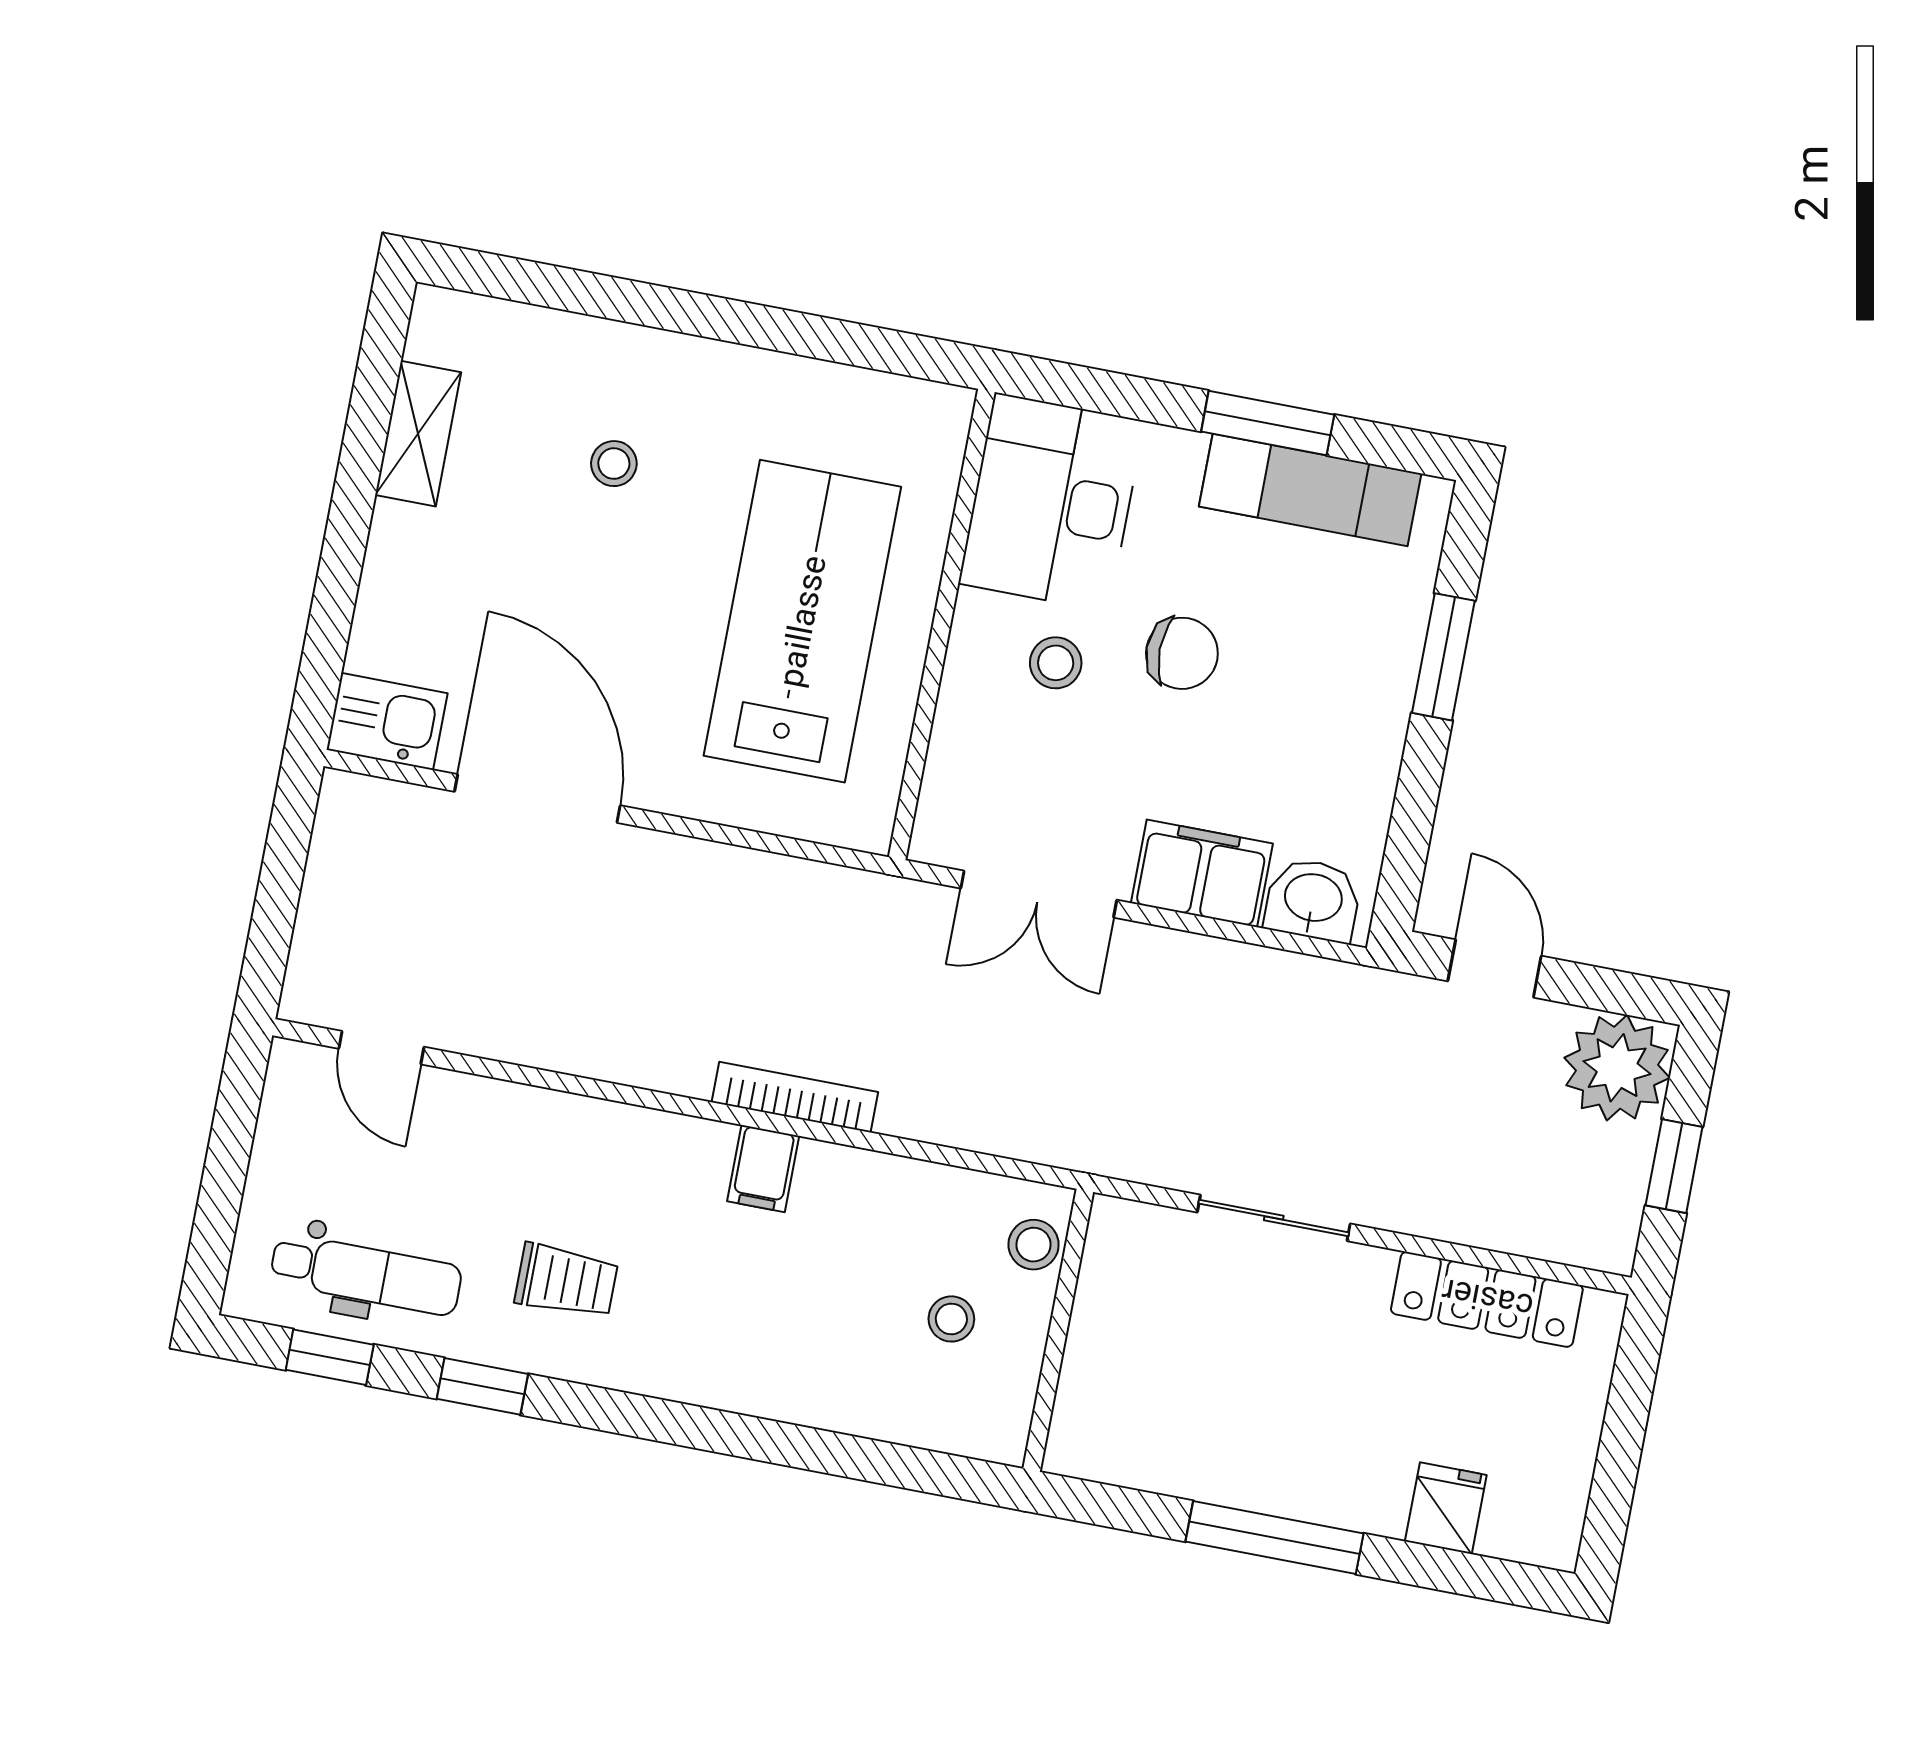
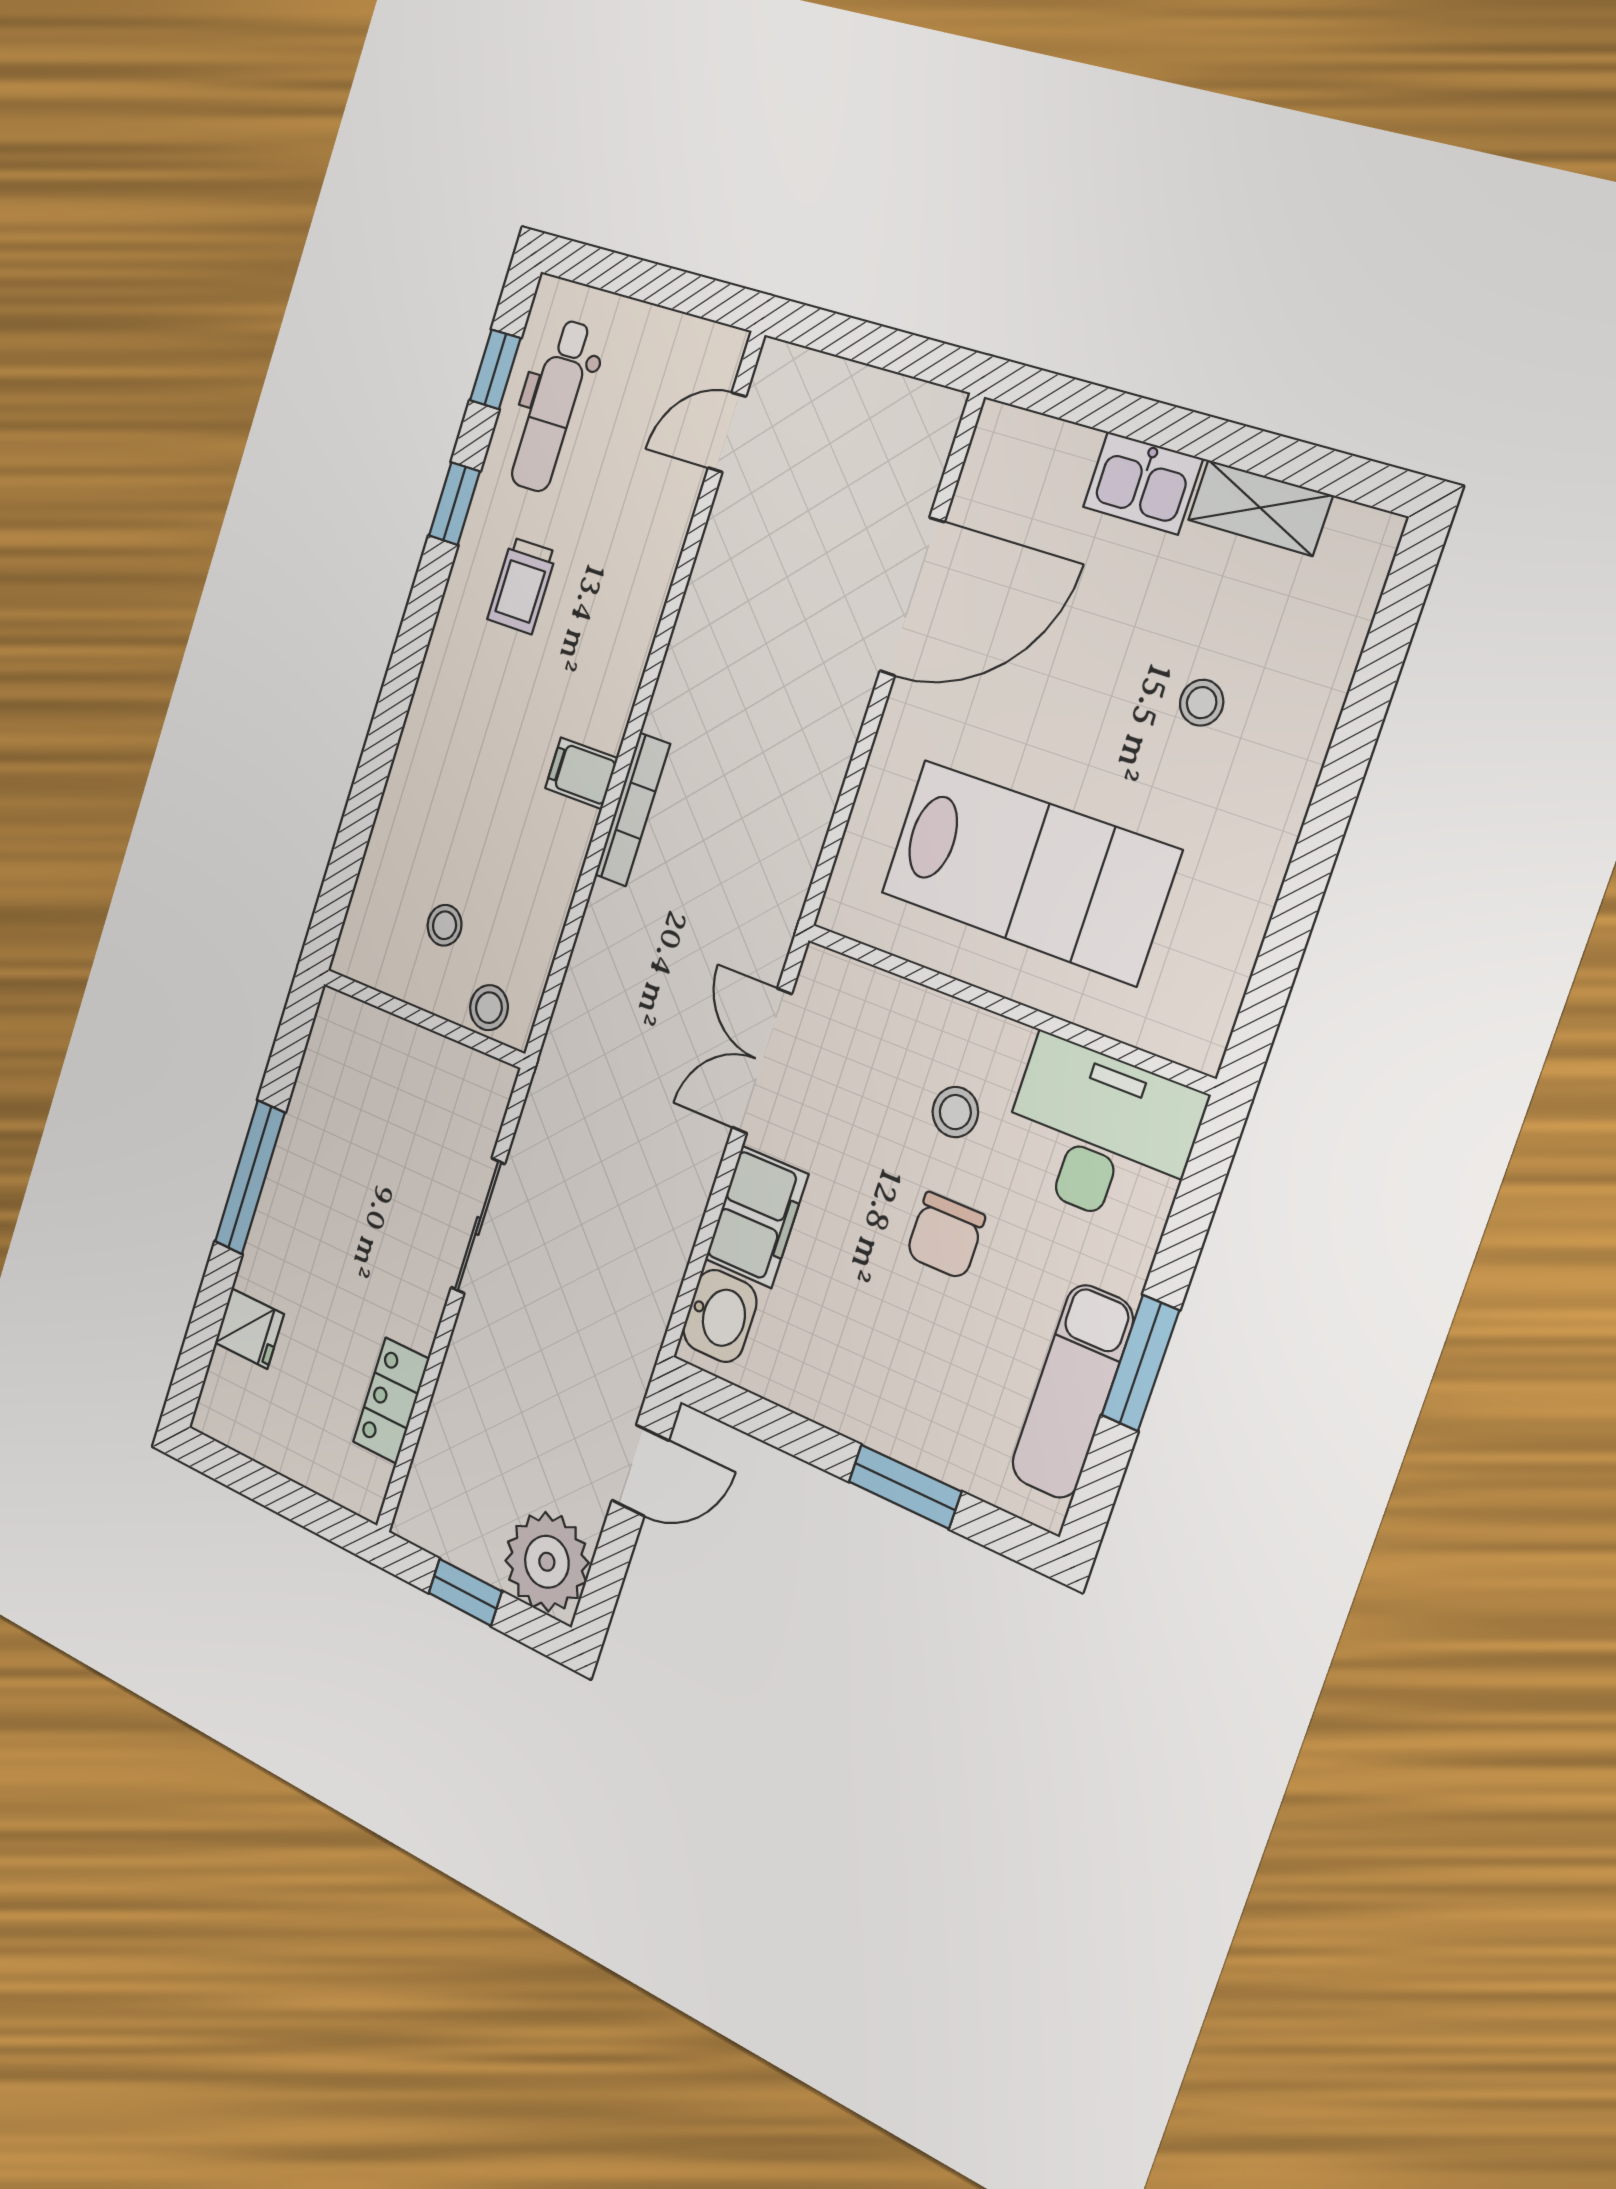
kitchen sink: (387, 721) -> (1143, 483), moved, turned 90
locker: (1487, 1299) -> (391, 1401), width x0.66

